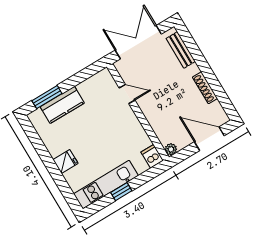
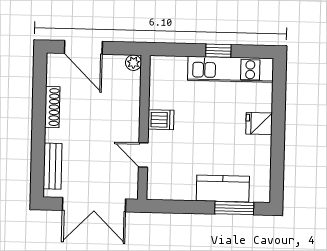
dishwasher: (152, 156) -> (161, 120), moved, turned -90

